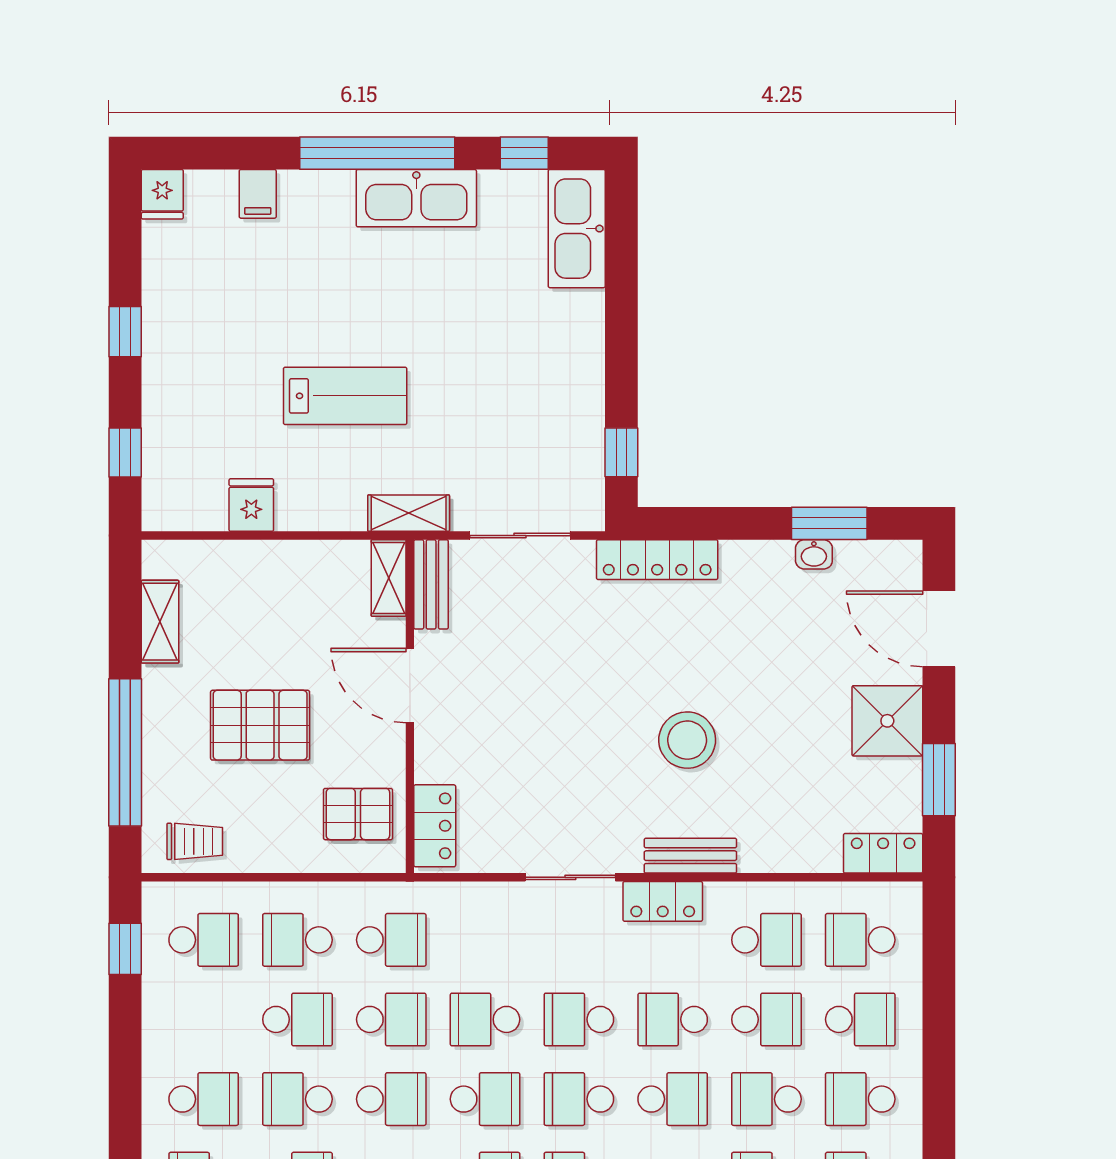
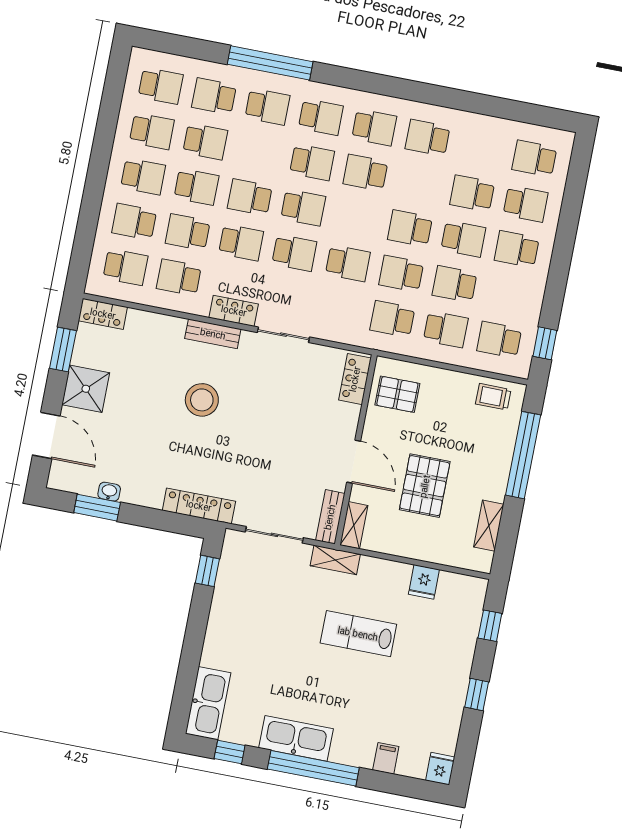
pallet: (260, 725) -> (425, 486), moved, turned 90
school desk: (485, 1099) -> (357, 218), removed

